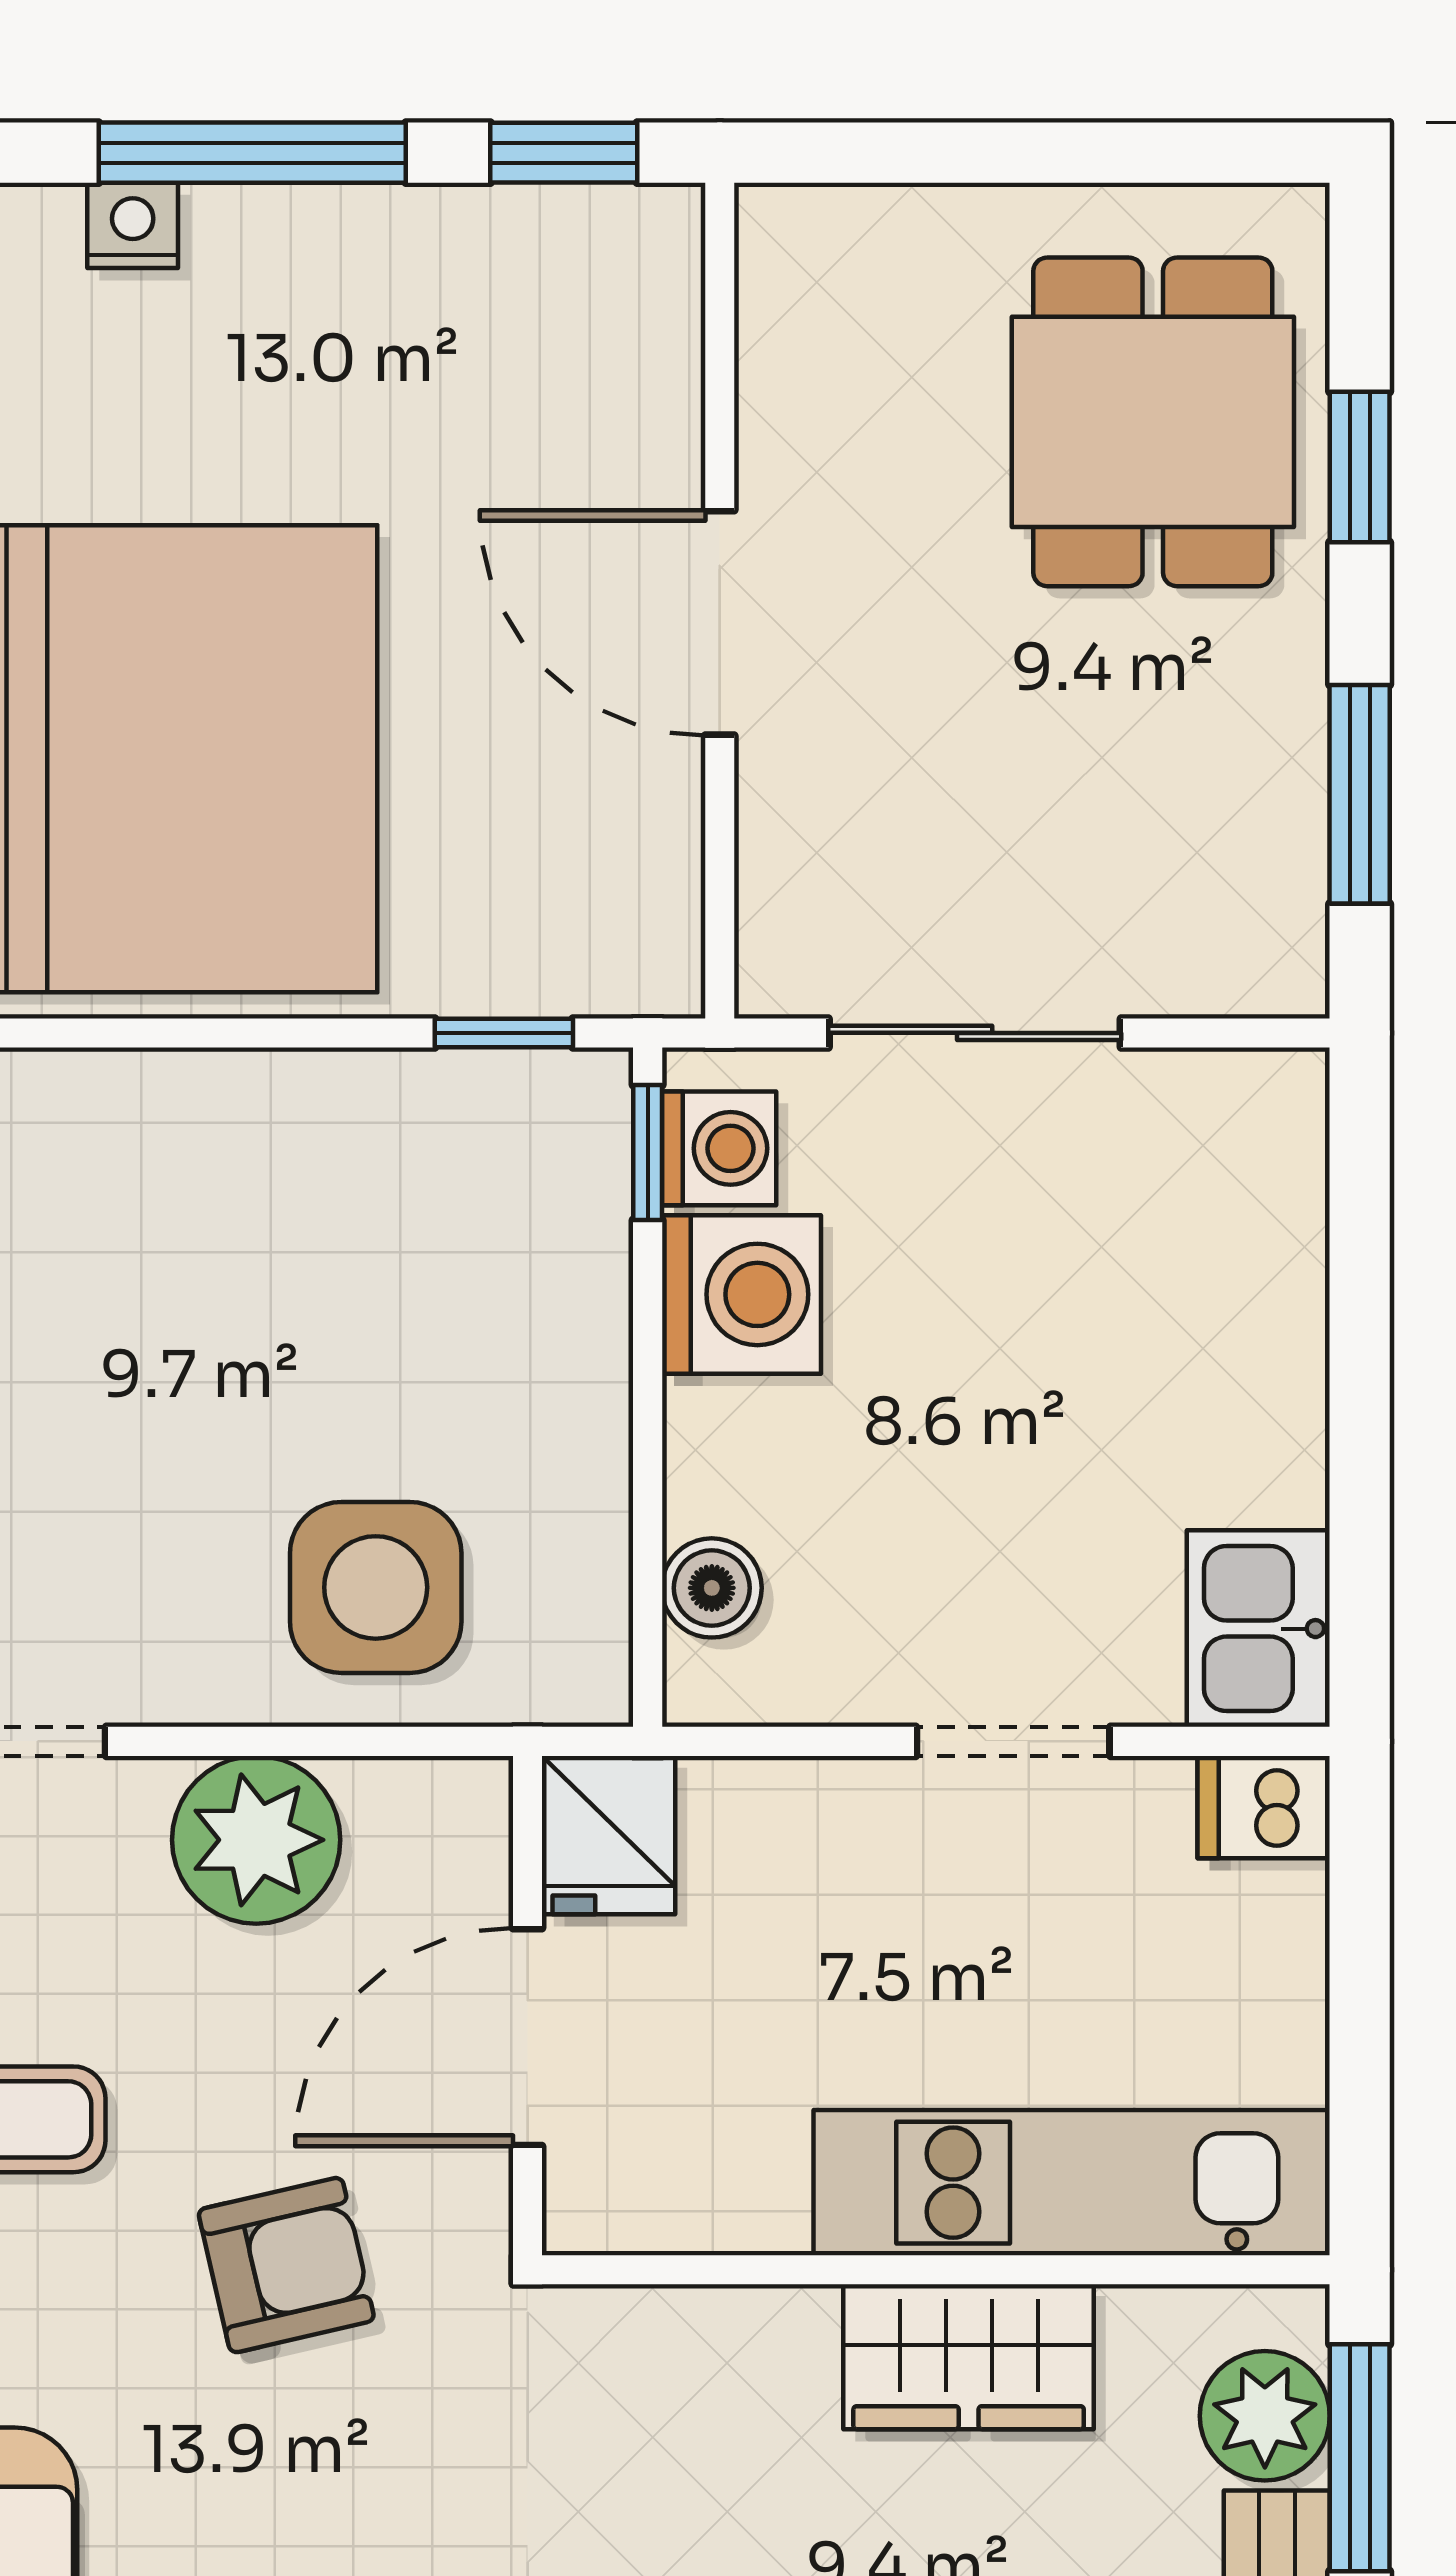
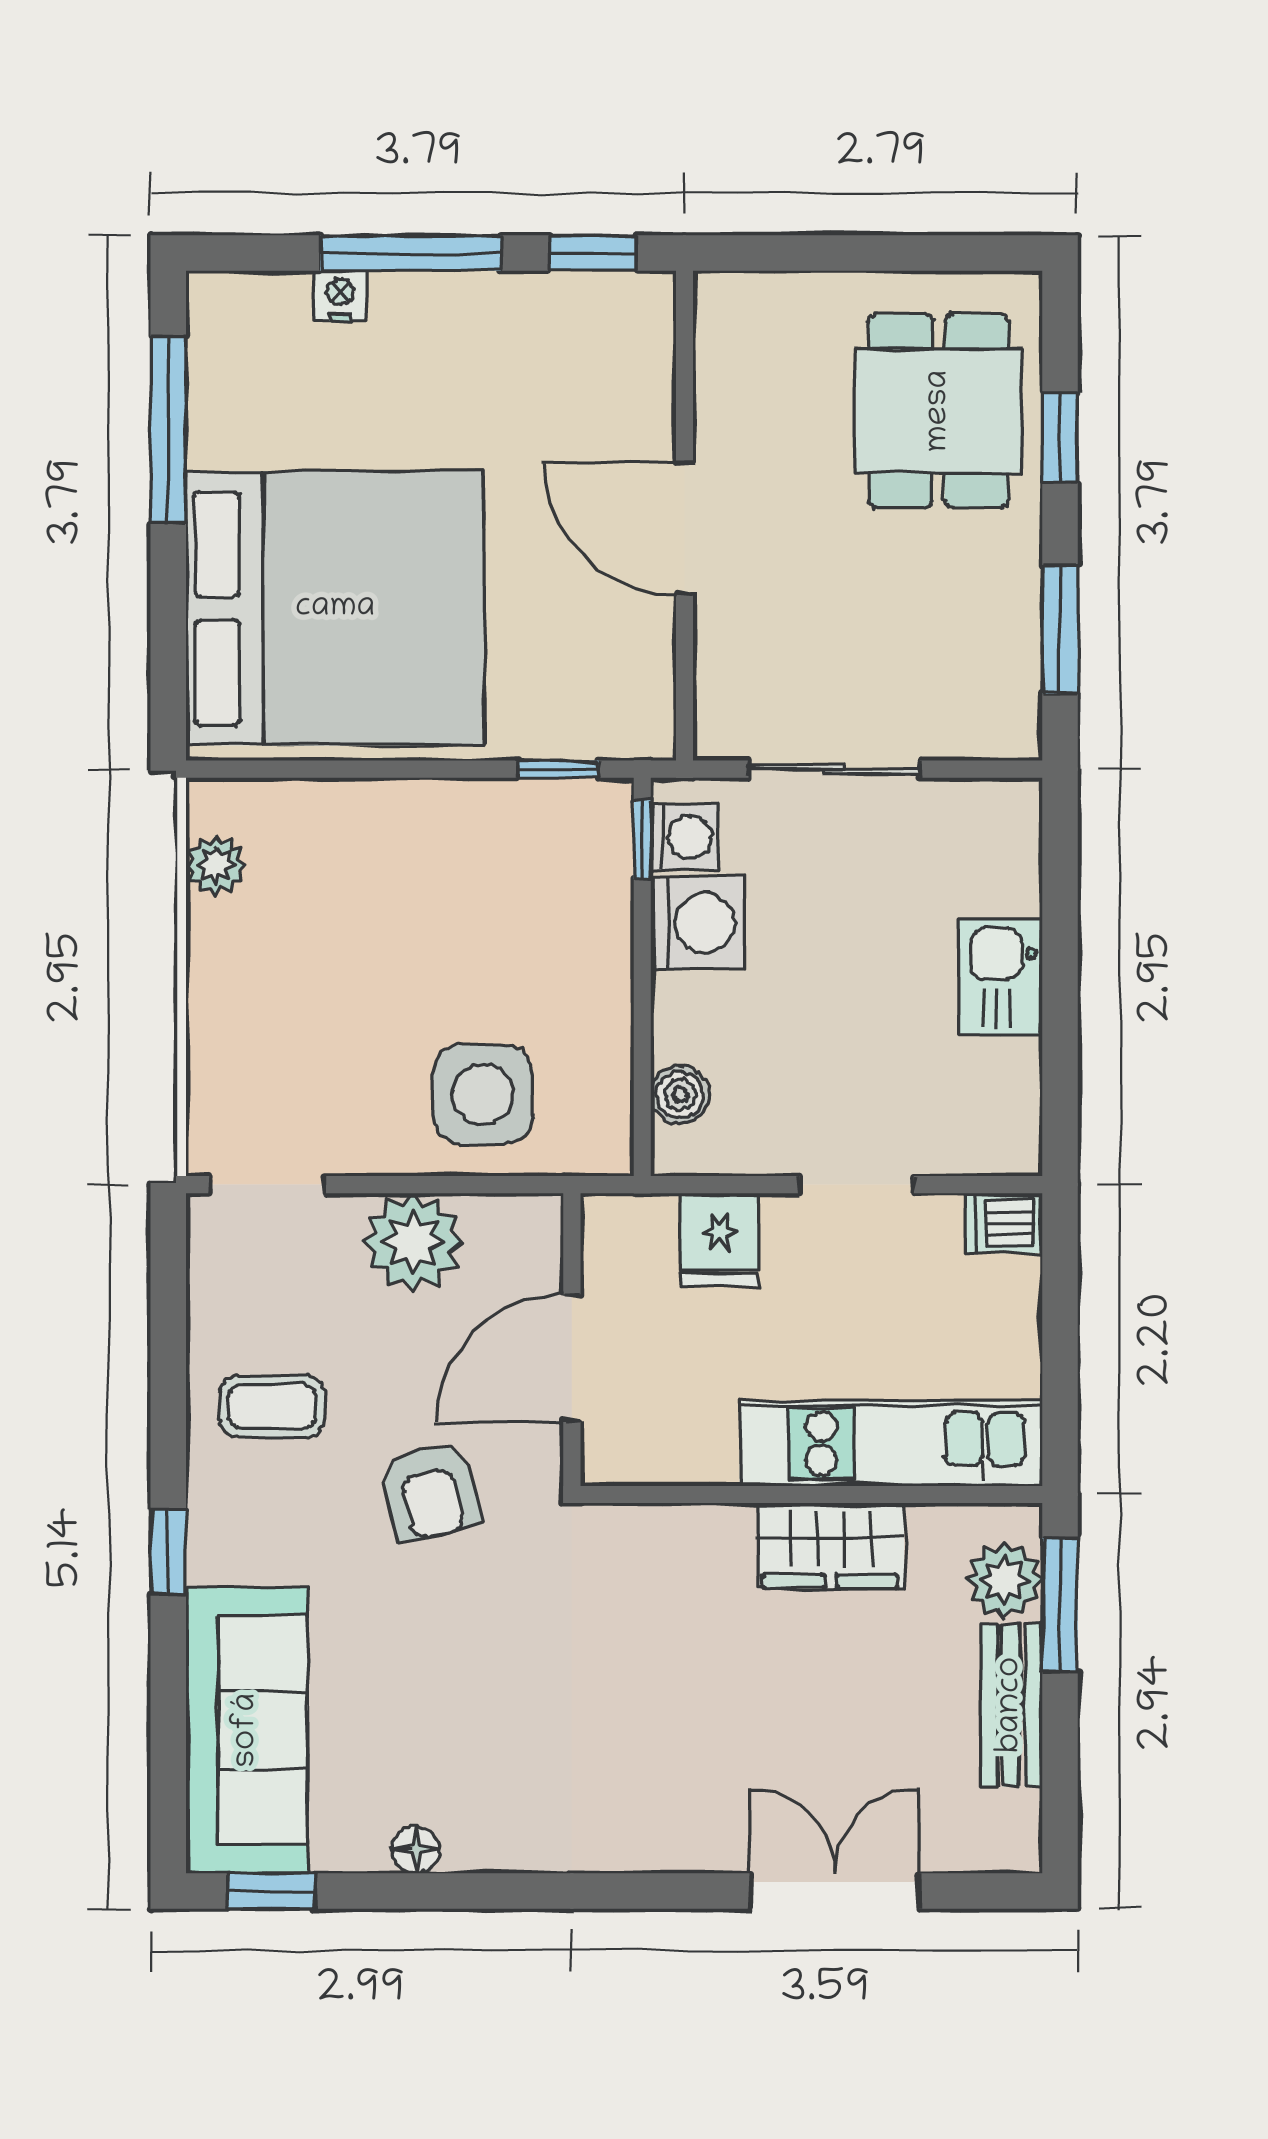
kitchen sink: (1258, 1629) -> (1000, 977), moved
fridge: (609, 1835) -> (719, 1240), moved
armchair: (286, 2265) -> (430, 1492), turned 90

